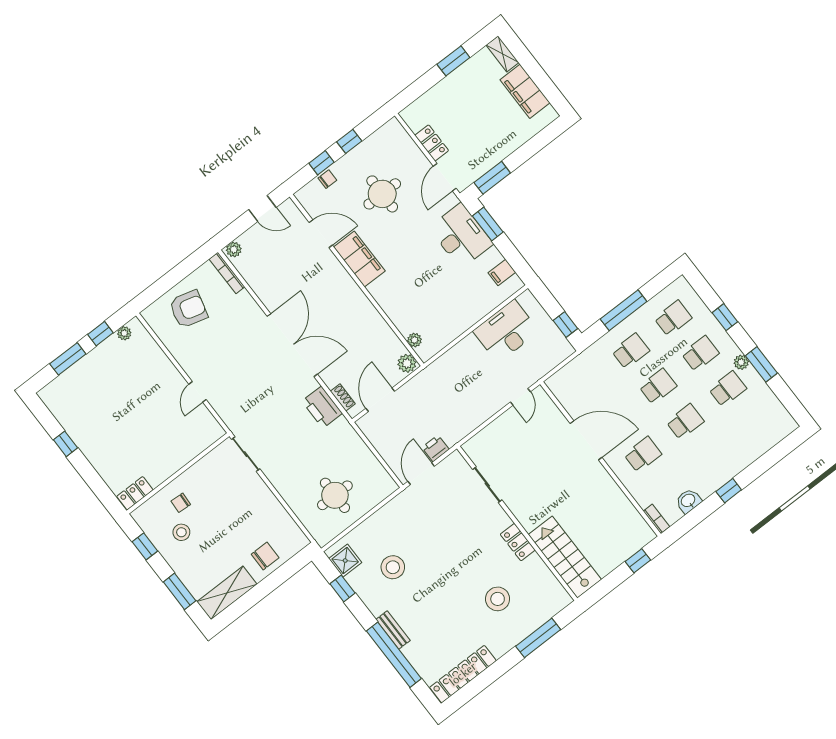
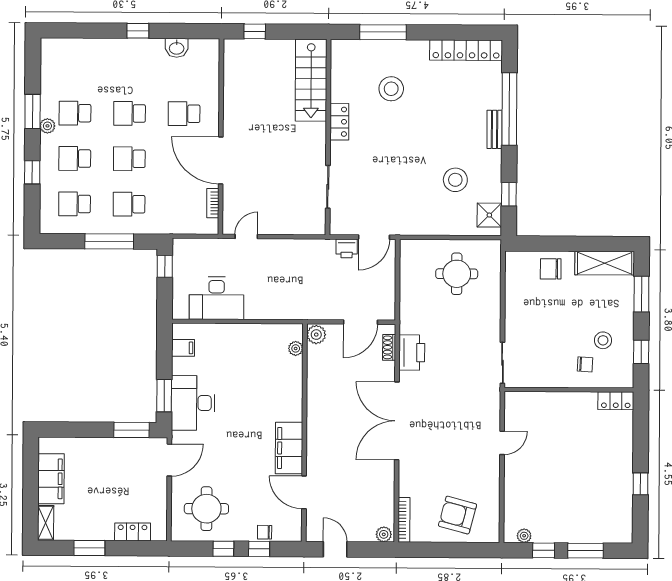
locker: (432, 143) -> (133, 532), moved, turned 90
round table: (382, 194) -> (206, 509), moved
bookcase: (656, 519) -> (213, 203), moved

